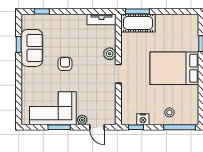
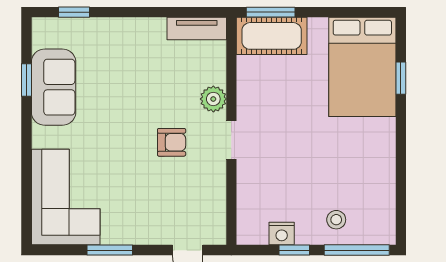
armchair: (65, 64) -> (172, 142), moved, turned 90
bed: (174, 68) -> (362, 67), moved, turned -90
corner sofa: (53, 108) -> (66, 197), moved, turned 90
plant: (82, 120) -> (157, 235), removed
window: (136, 127) -> (294, 250), moved

